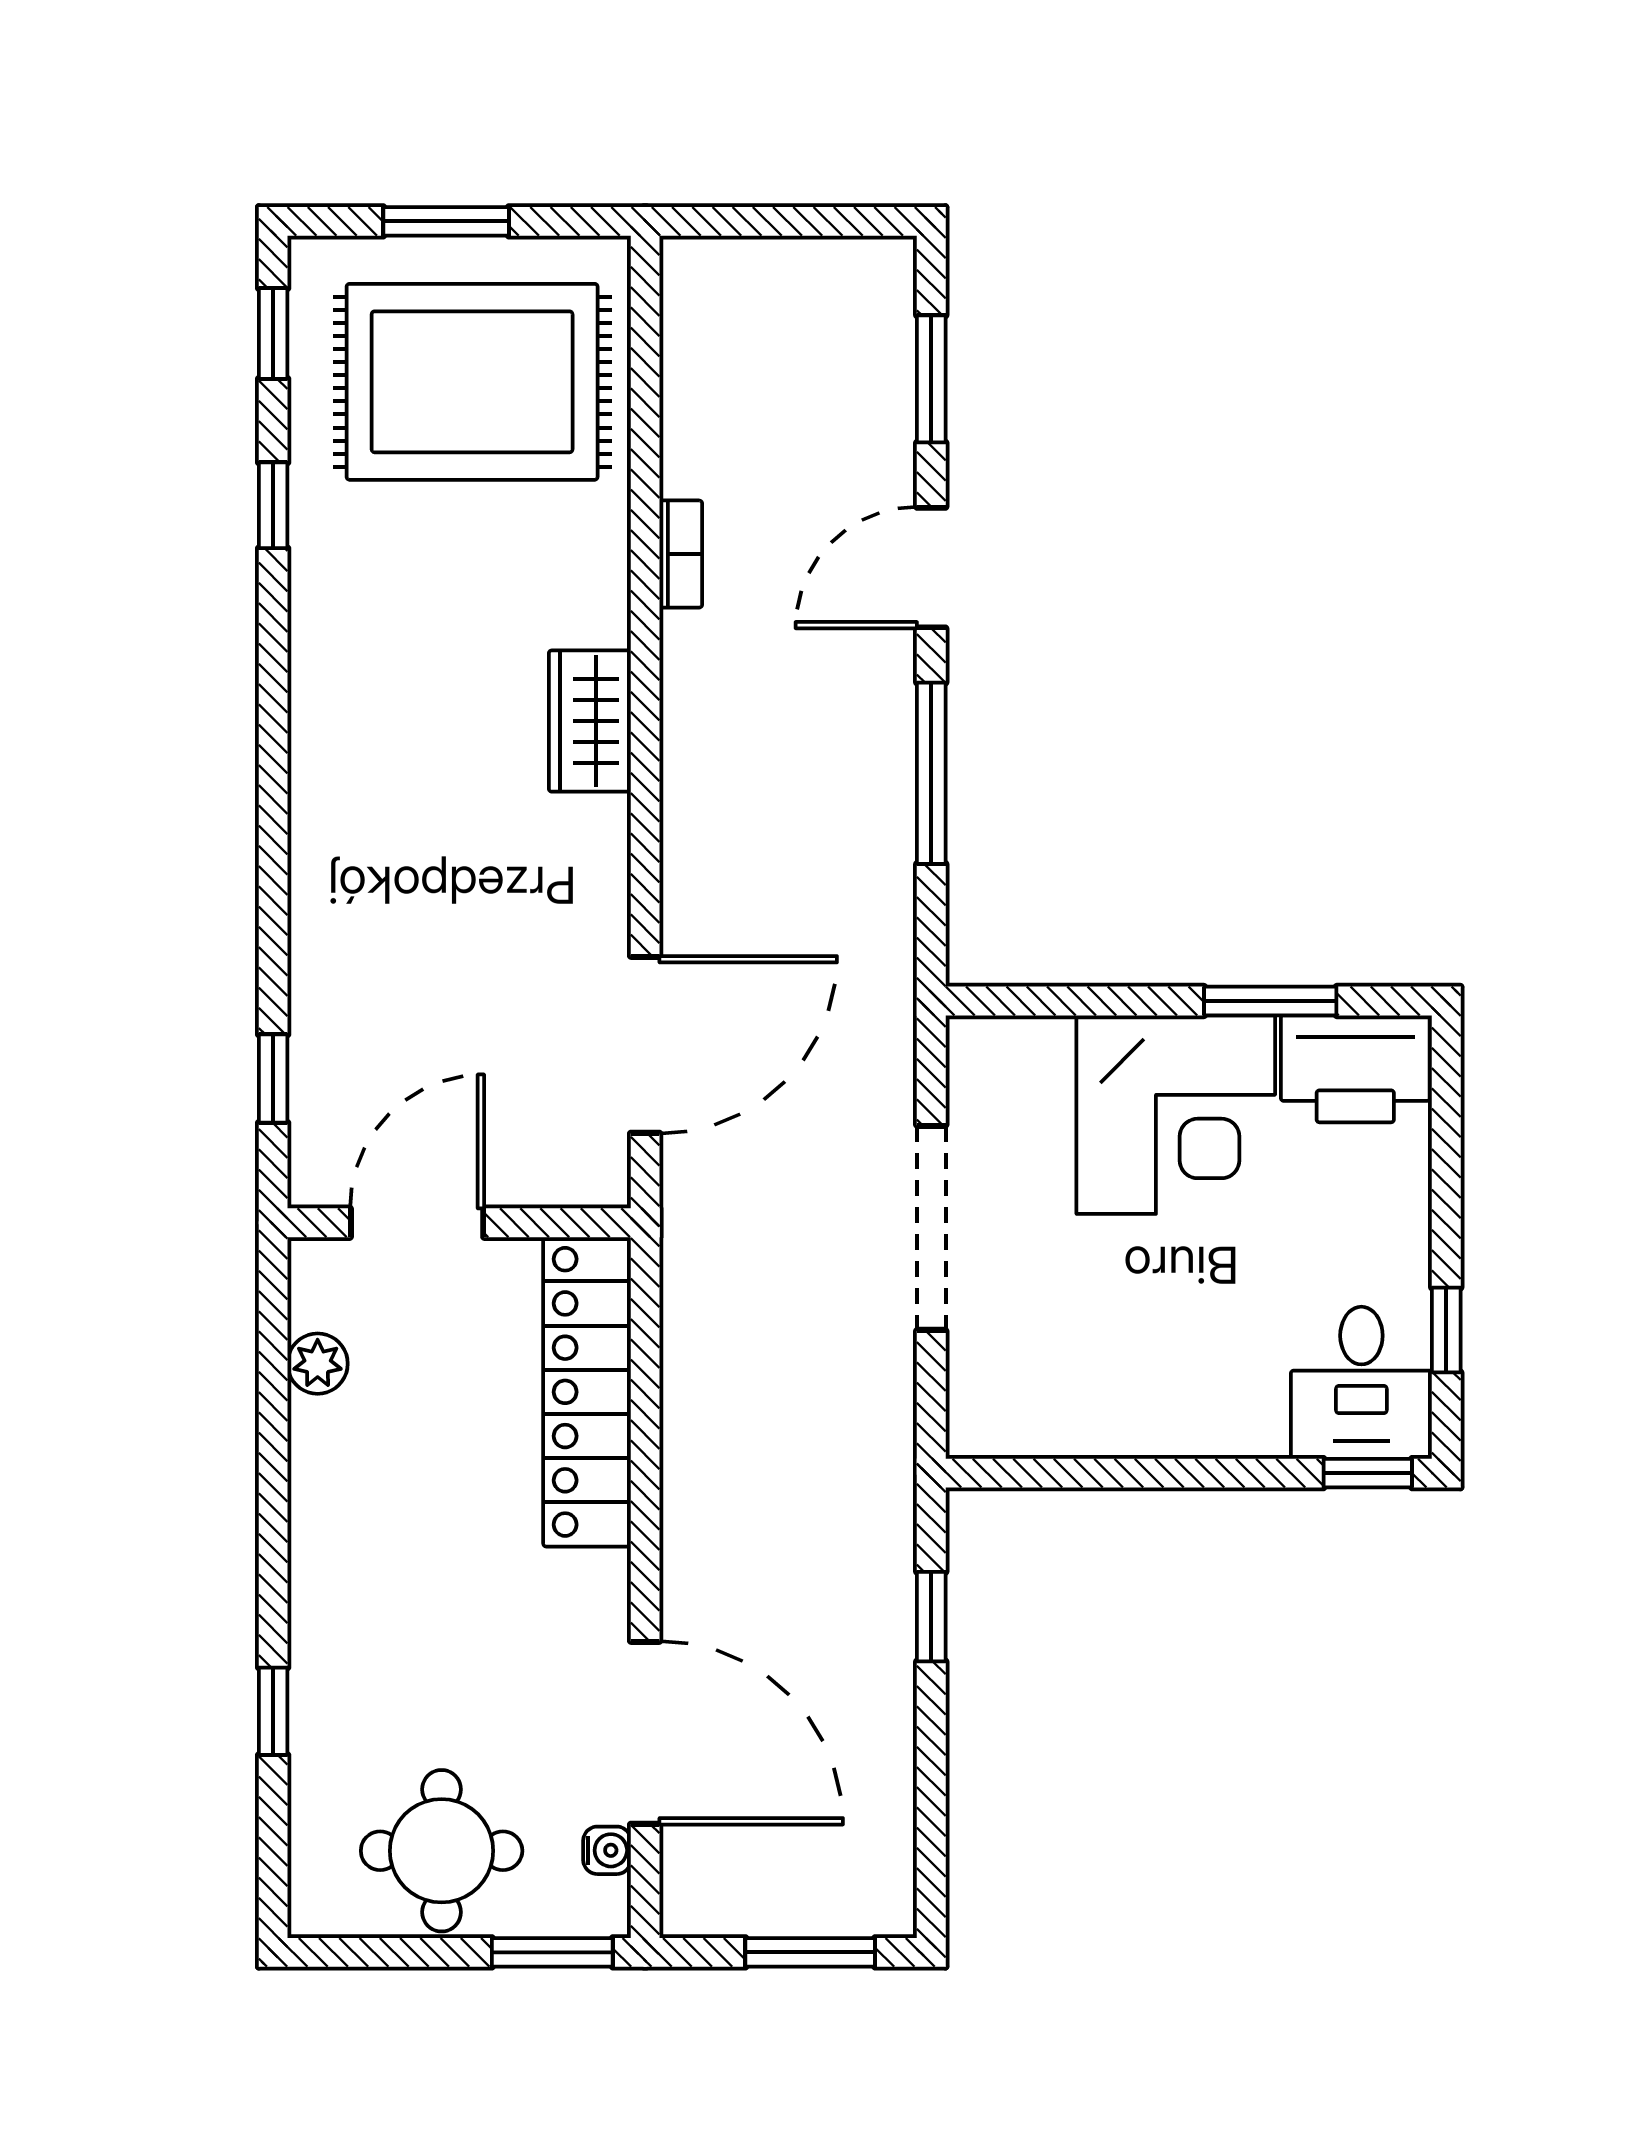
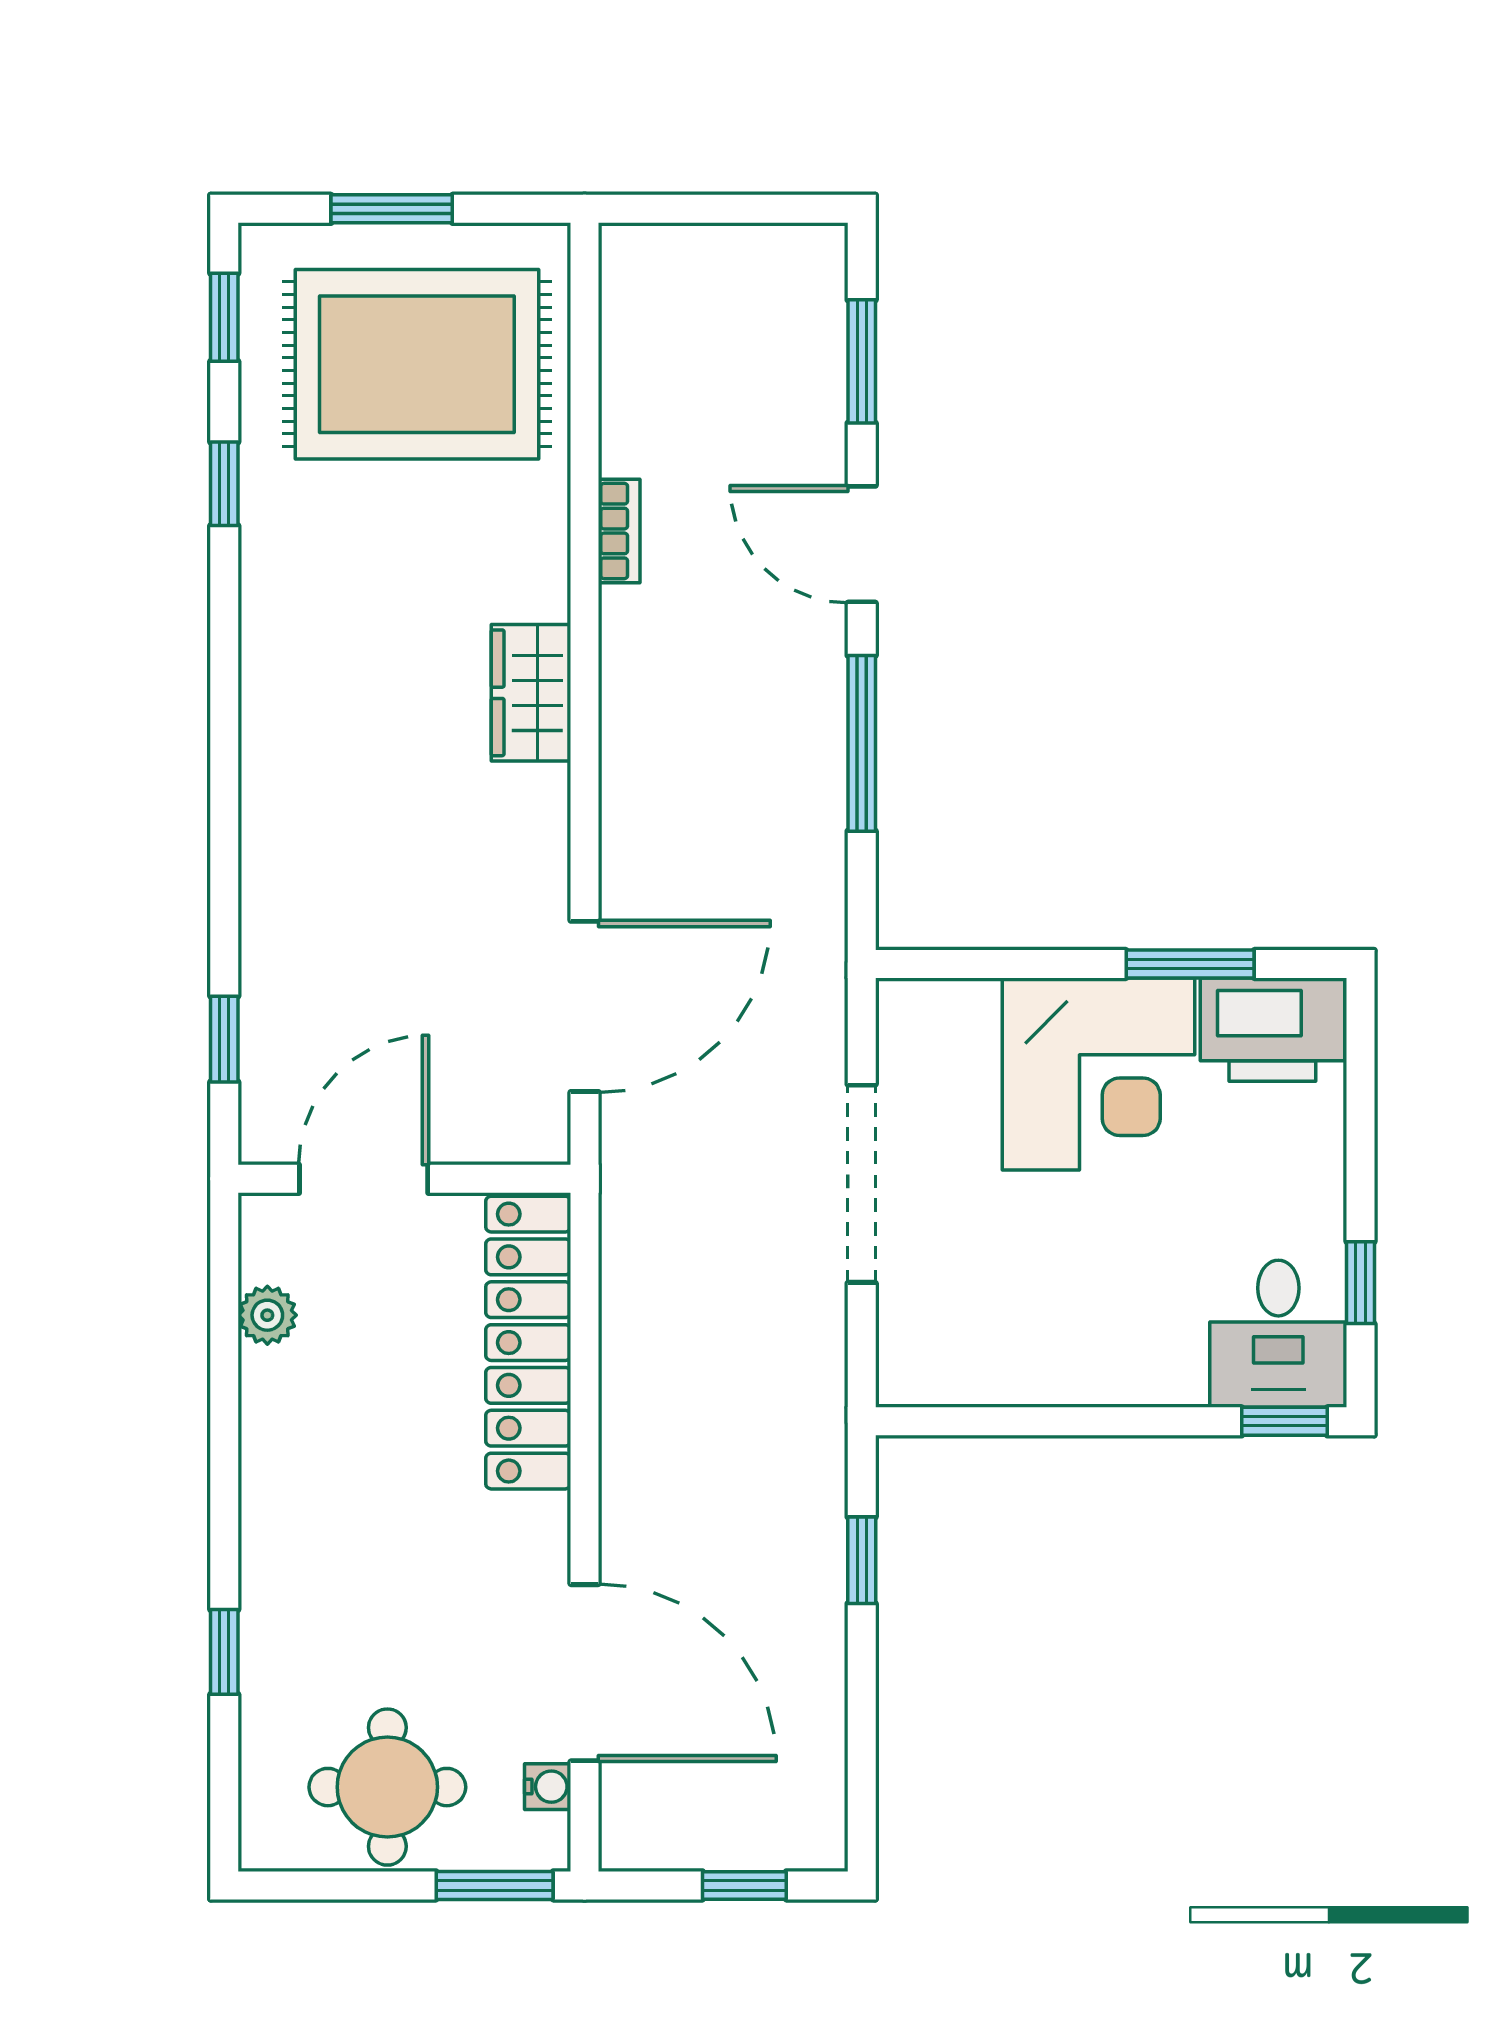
door: (931, 568) -> (862, 544), hinge flipped
window: (810, 1952) -> (744, 1885), width x0.67

